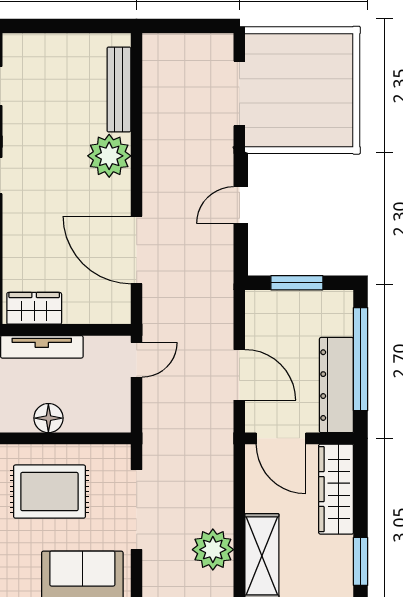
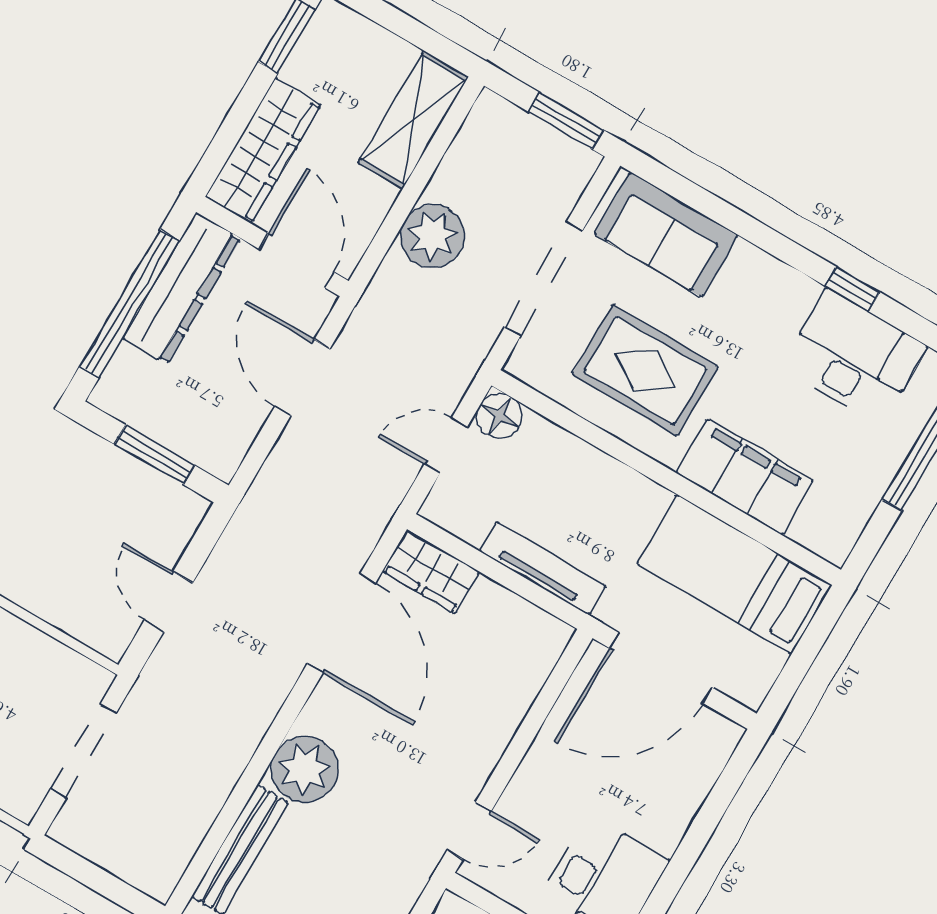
door: (241, 205) -> (169, 601), swing flipped
wardrobe: (34, 308) -> (431, 571), moved
door: (137, 360) -> (446, 445), moved
floor lamp: (48, 418) -> (499, 416), moved
plant: (213, 550) -> (432, 236), moved

